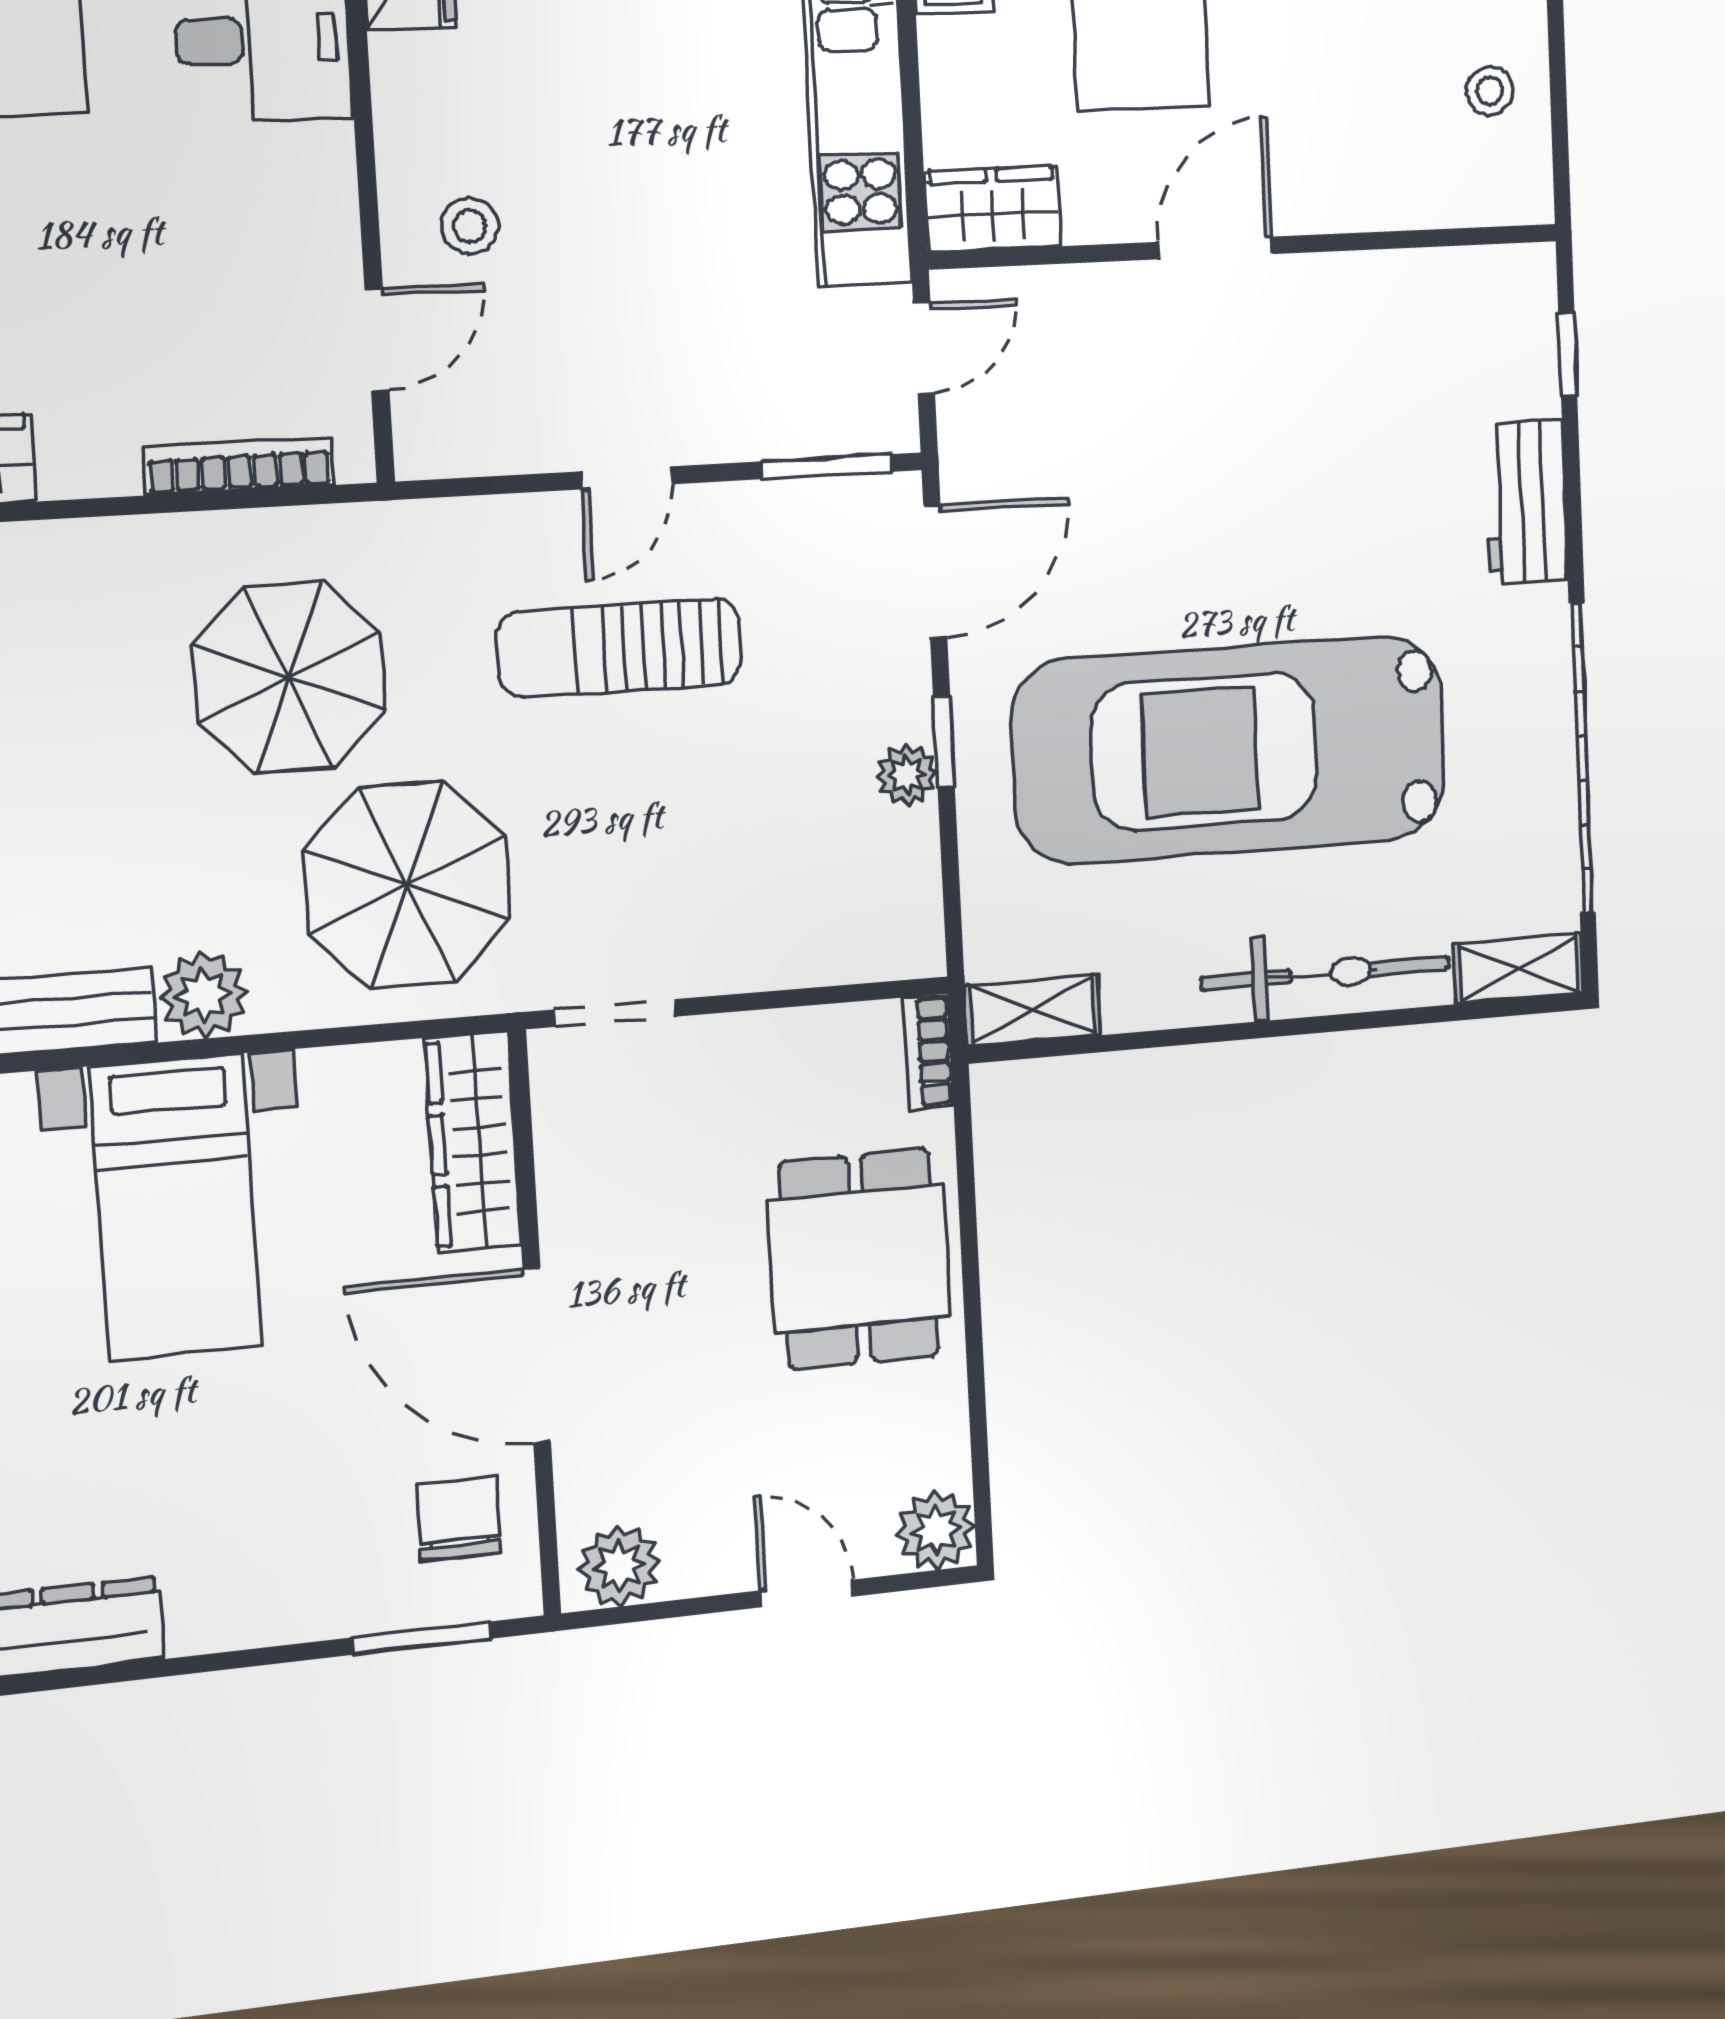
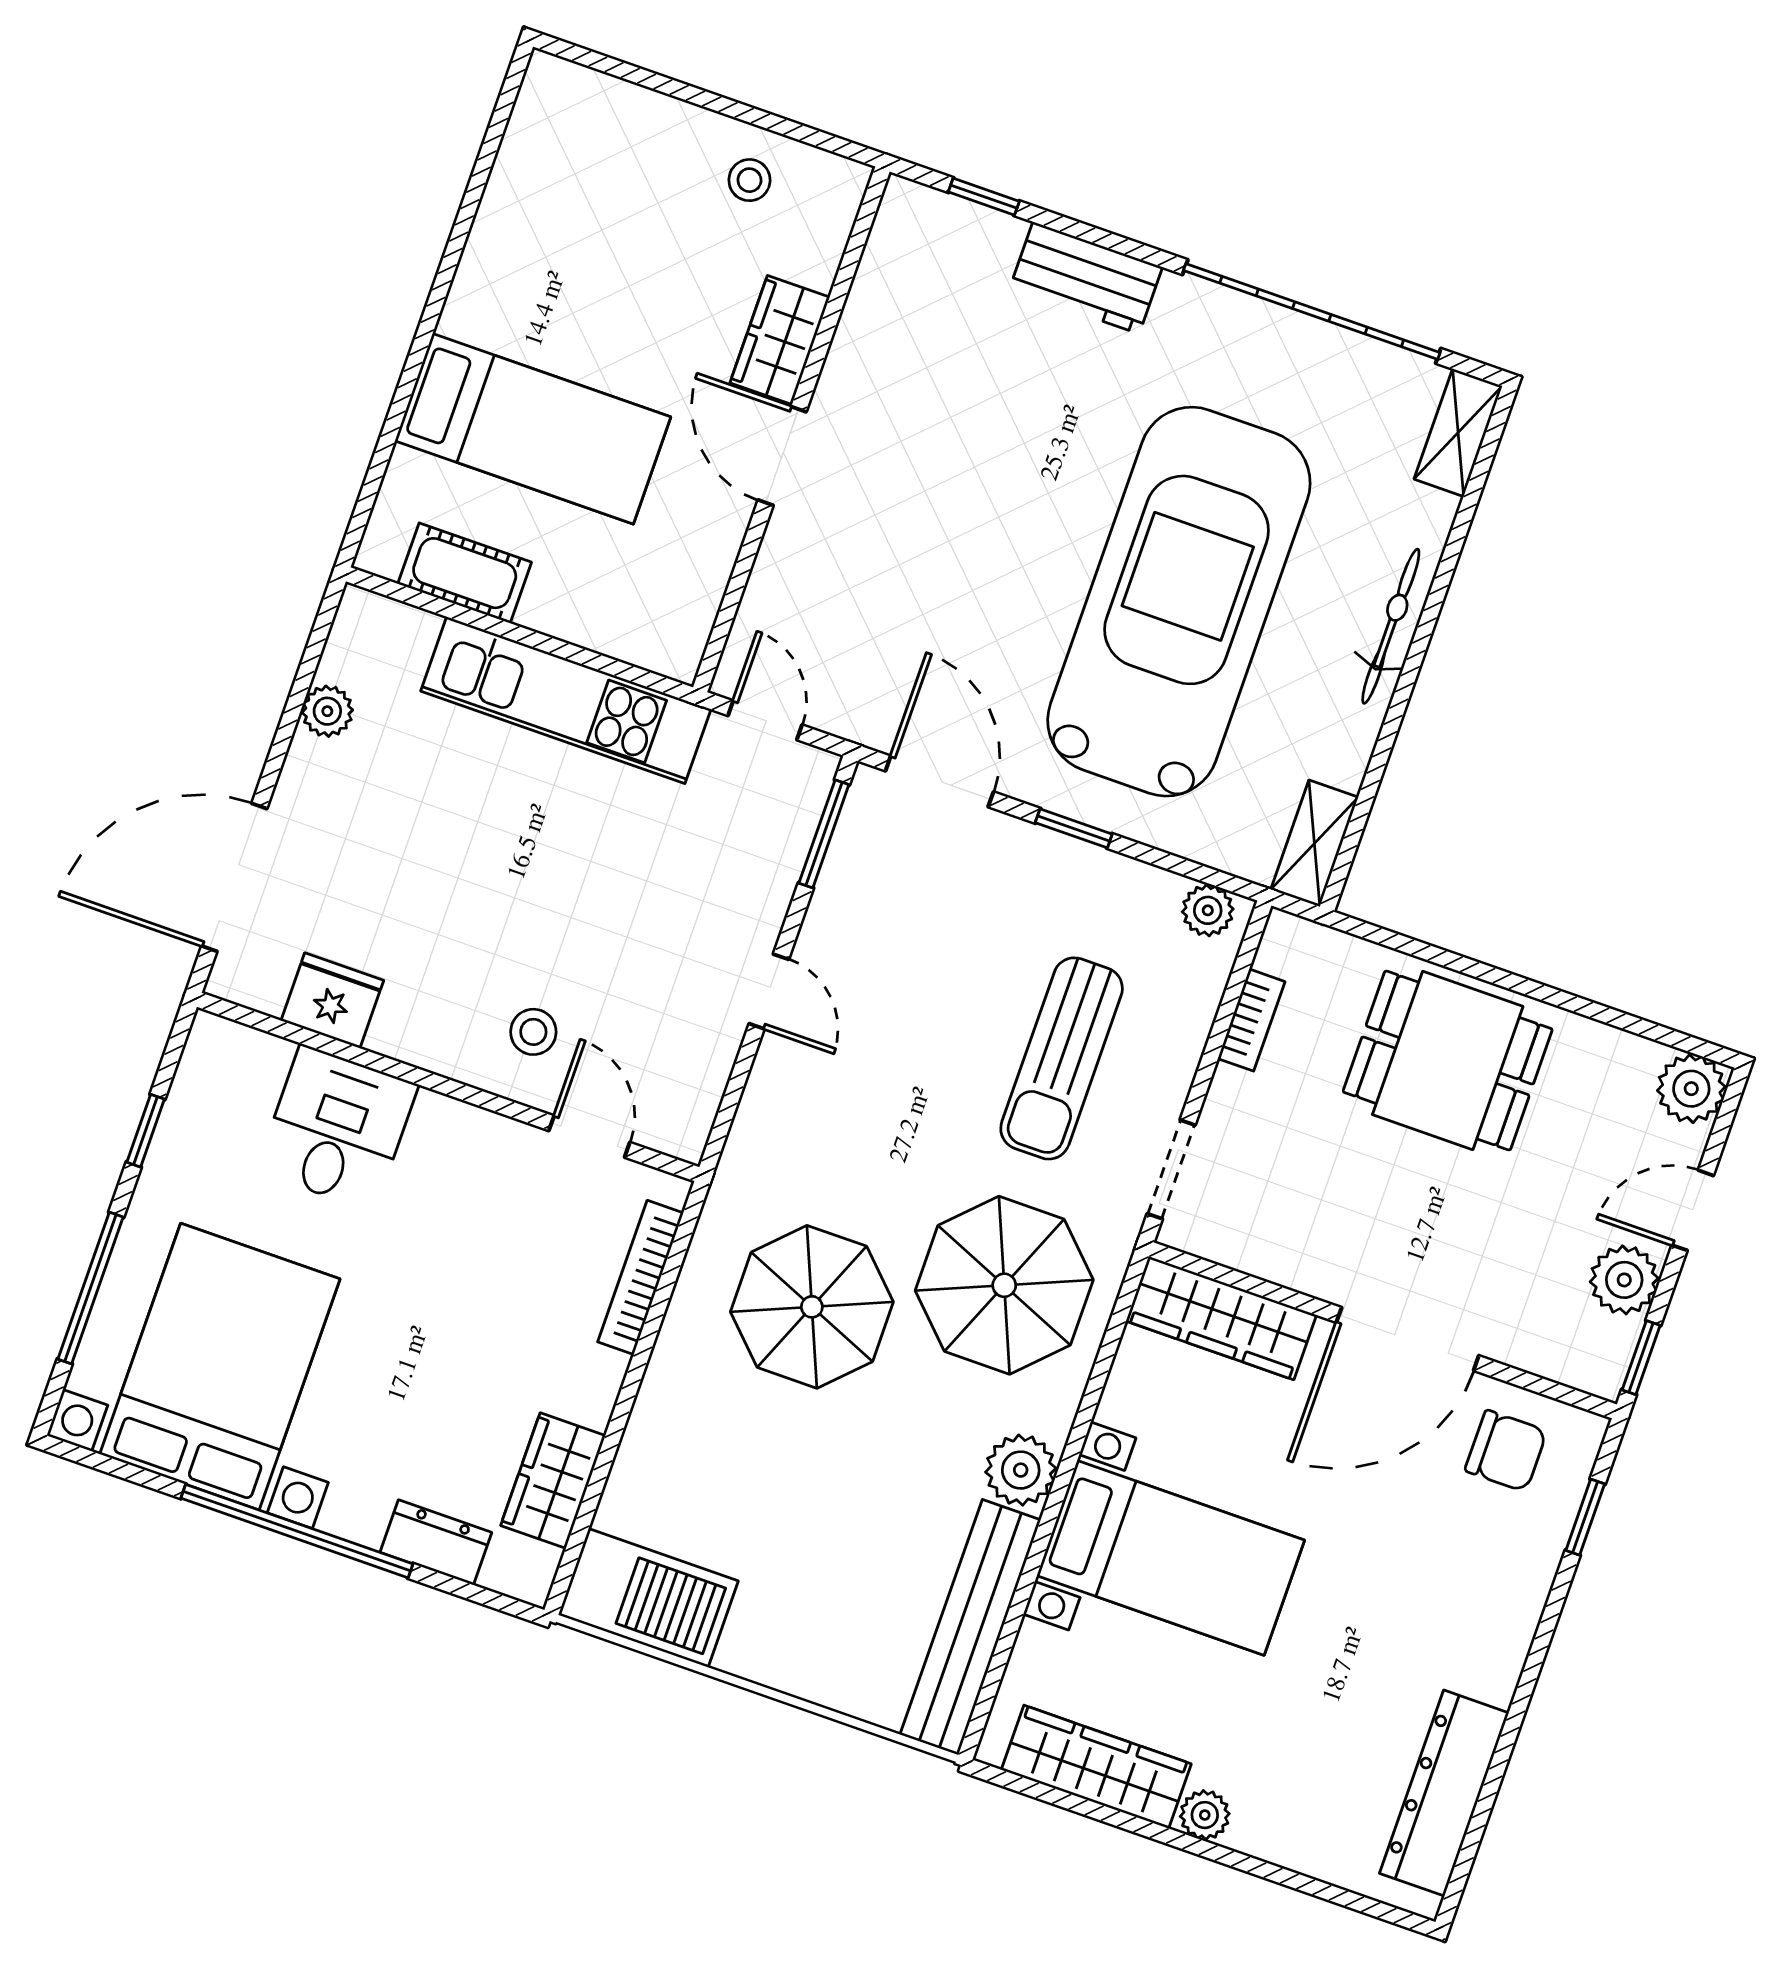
wardrobe: (993, 209) -> (780, 340), moved
sun lounger: (619, 648) -> (1062, 1058), moved
car: (1230, 750) -> (1179, 602), turned 180
plant: (907, 775) -> (1208, 910), moved
bicycle: (1326, 973) -> (1391, 626), width x0.73, depth x0.71
bookcase: (929, 1052) -> (1251, 1020), moved, turned -90
chair: (458, 1519) -> (1506, 1451), turned 180
plant: (620, 1566) -> (1624, 1280), moved
window: (624, 1615) -> (1641, 1358), added
window: (422, 1638) -> (1585, 1517), width x0.67

